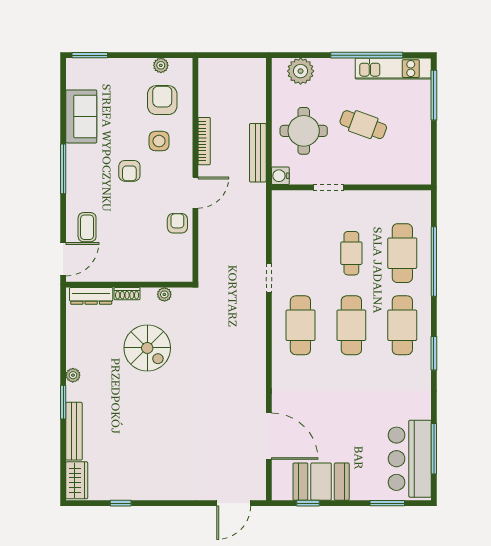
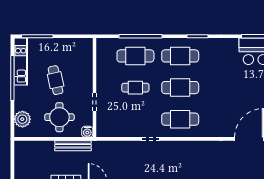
cafe table: (363, 125) -> (56, 80), turned -32

